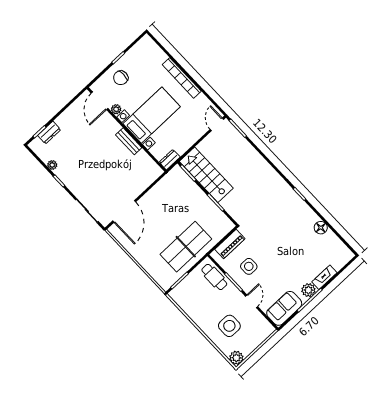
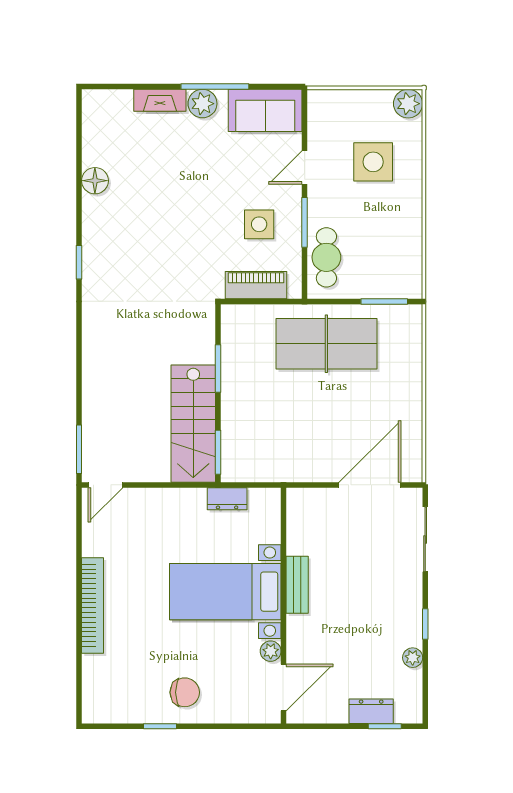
door: (100, 101) -> (284, 688), moved
plant: (116, 109) -> (271, 651), moved
bed with nightstands: (152, 115) -> (225, 592), moved
wall: (127, 129) -> (284, 606), moved
bench: (129, 141) -> (297, 585), moved

